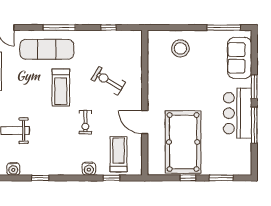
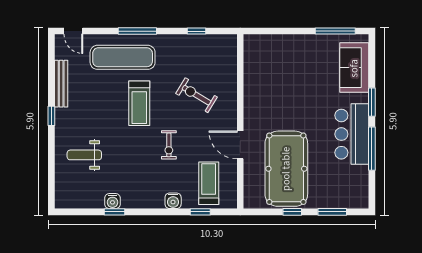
stool: (180, 48) -> (283, 56), removed
water cooler: (13, 169) -> (112, 201), moved

